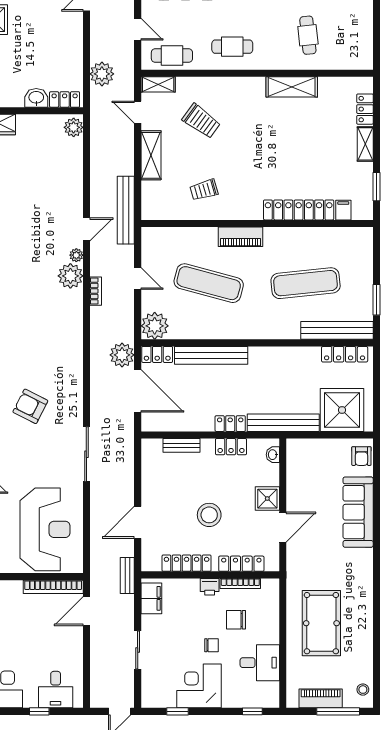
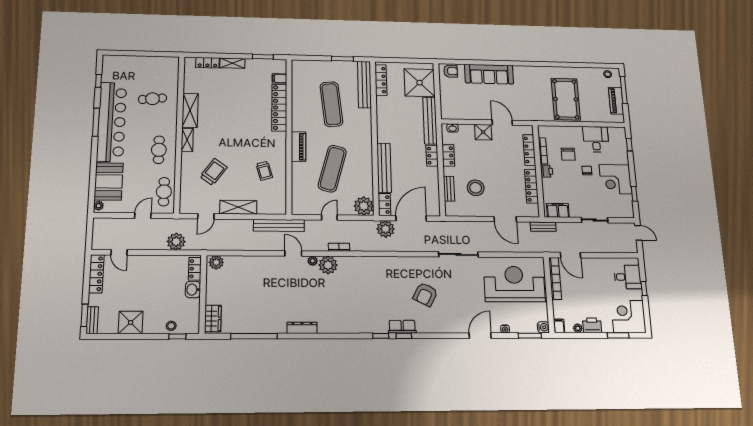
shelving: (158, 84) -> (187, 140), moved
stool: (209, 515) -> (476, 188), moved
pool table: (321, 623) -> (566, 99), turned 90

